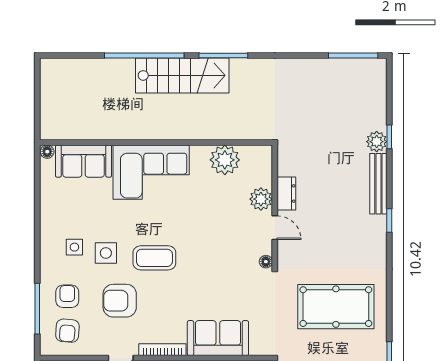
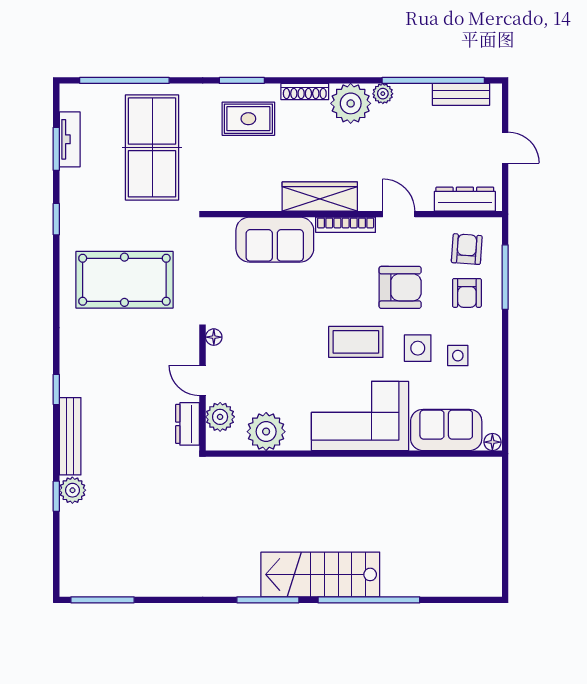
wall: (156, 143) -> (354, 454), moved
floor lamp: (47, 152) -> (492, 442), moved
plant: (225, 160) -> (266, 432), moved
sofa: (83, 161) -> (446, 430), moved
corner sofa: (151, 172) -> (360, 416), moved

